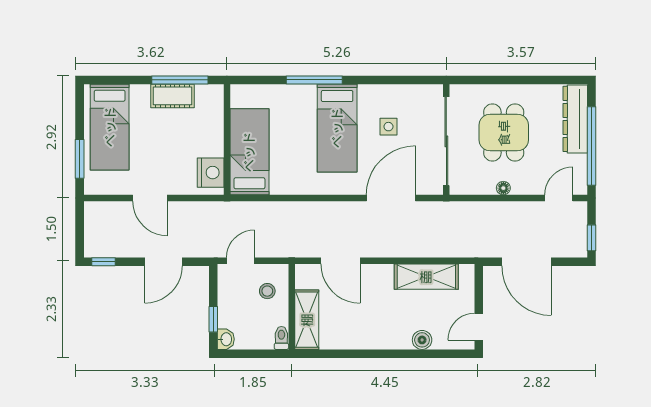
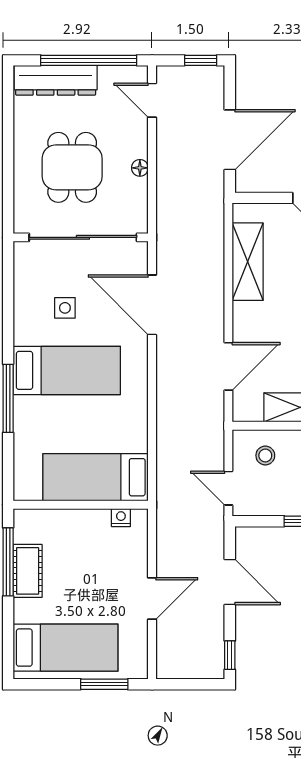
dining table: (504, 133) -> (72, 167), turned 90
nightstand: (211, 173) -> (121, 518), width x0.53, depth x0.56

